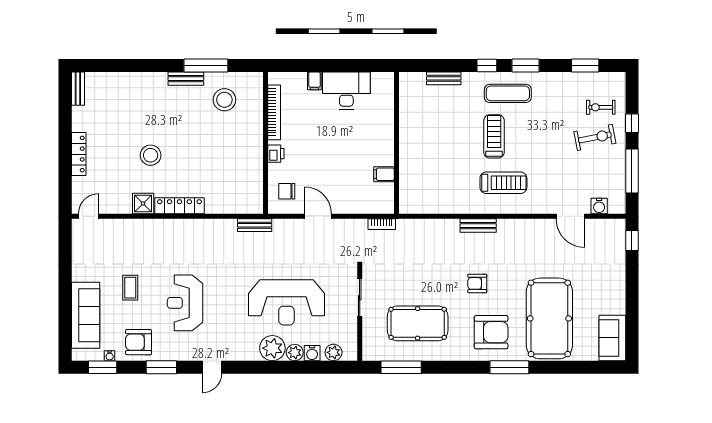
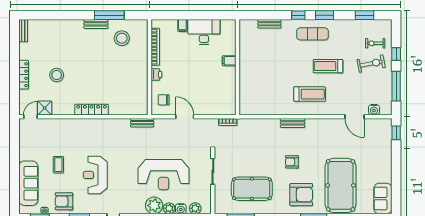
treadmill: (494, 136) -> (328, 66), moved, turned -90
stool: (151, 155) -> (57, 75), moved
filing cabinet: (384, 174) -> (229, 61), moved
shower: (143, 204) -> (45, 108), moved

